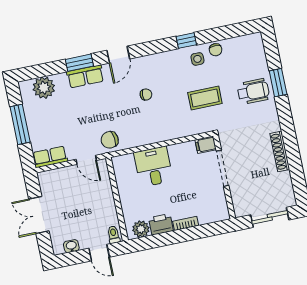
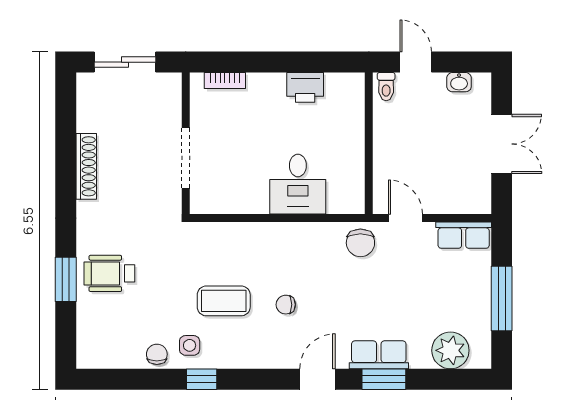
coffee table: (205, 98) -> (224, 301), moved
chair: (110, 140) -> (360, 243), turned 98
filing cabinet: (206, 145) -> (205, 202), removed
bookcase: (186, 223) -> (225, 81), moved
plant: (141, 229) -> (340, 87), removed

